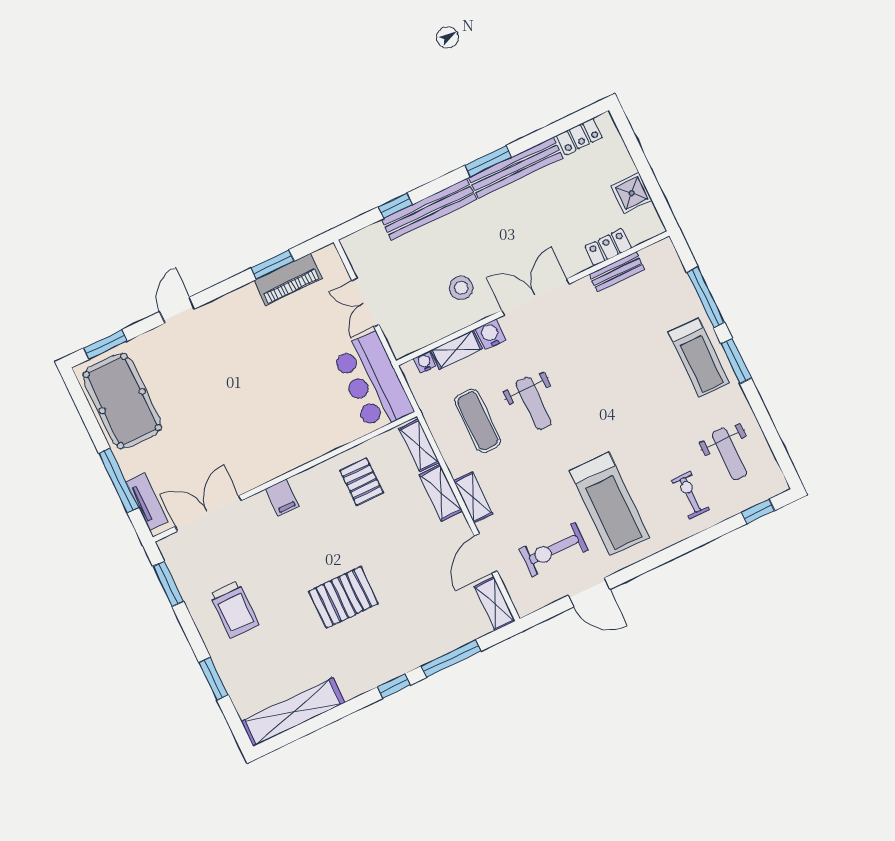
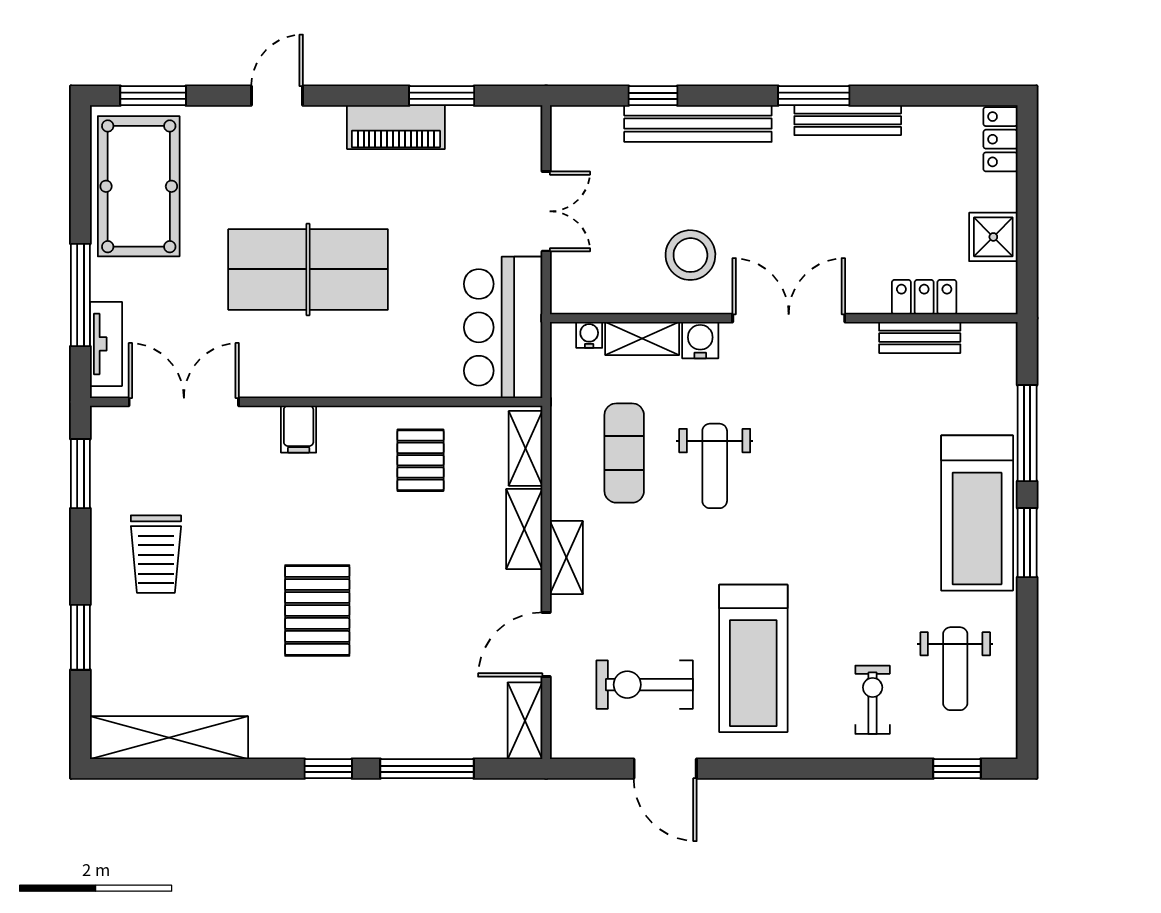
locker: (579, 137) -> (1000, 139), moved, turned 90
bench: (516, 168) -> (848, 120), width x0.73, depth x0.82
piano: (288, 279) -> (396, 127), moved
stool: (461, 288) -> (690, 255), width x1.38, depth x1.38
double door: (365, 302) -> (546, 211), swing flipped
treadmill: (699, 358) -> (977, 513), width x1.37, depth x1.38
table tennis table: (243, 402) -> (308, 269), added
pallet: (343, 597) -> (317, 610), turned 90

